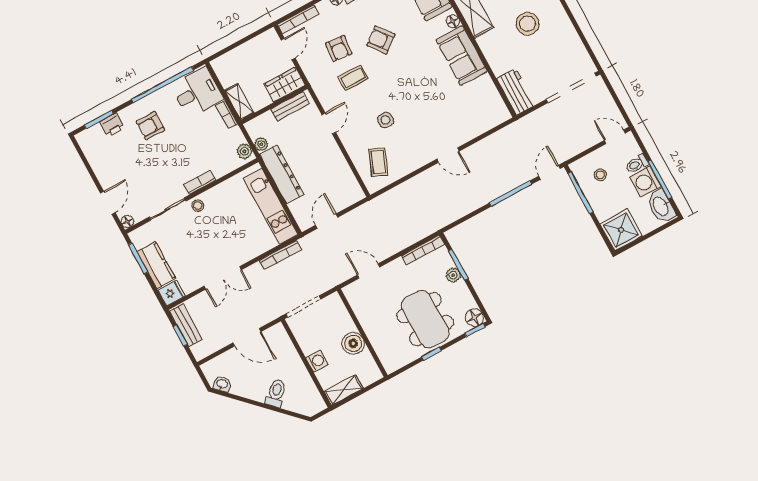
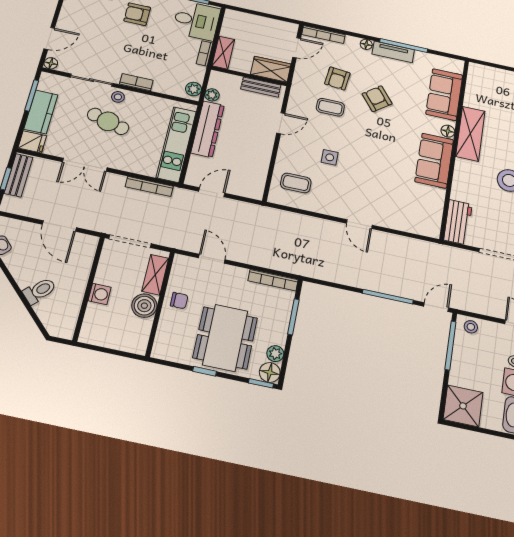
coffee table: (378, 162) -> (296, 183), turned 68
stool: (600, 175) -> (471, 327), moved
cafe table: (208, 231) -> (108, 121), added
plant: (453, 275) -> (275, 354), moved
chair: (373, 320) -> (179, 301), added
shelving: (344, 390) -> (155, 275), moved, turned 90

